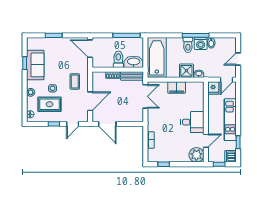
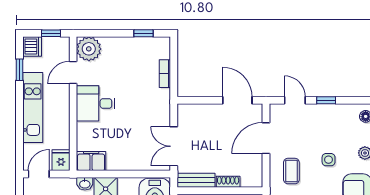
filing cabinet: (177, 88) -> (91, 161), moved
rug: (50, 104) -> (333, 133), removed
door: (73, 124) -> (295, 100), hinge flipped

